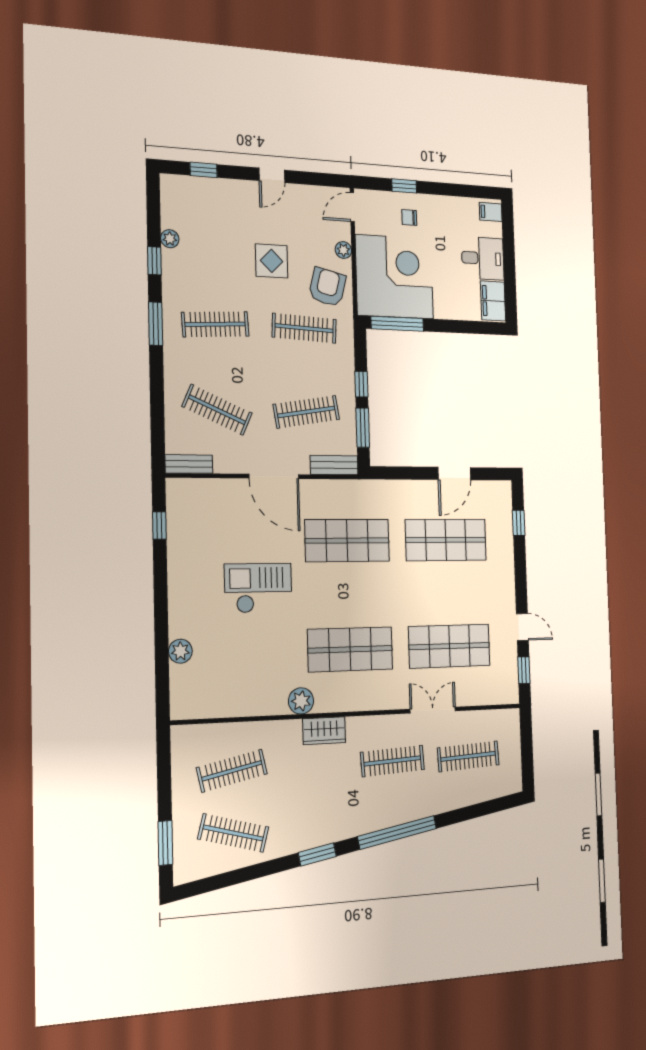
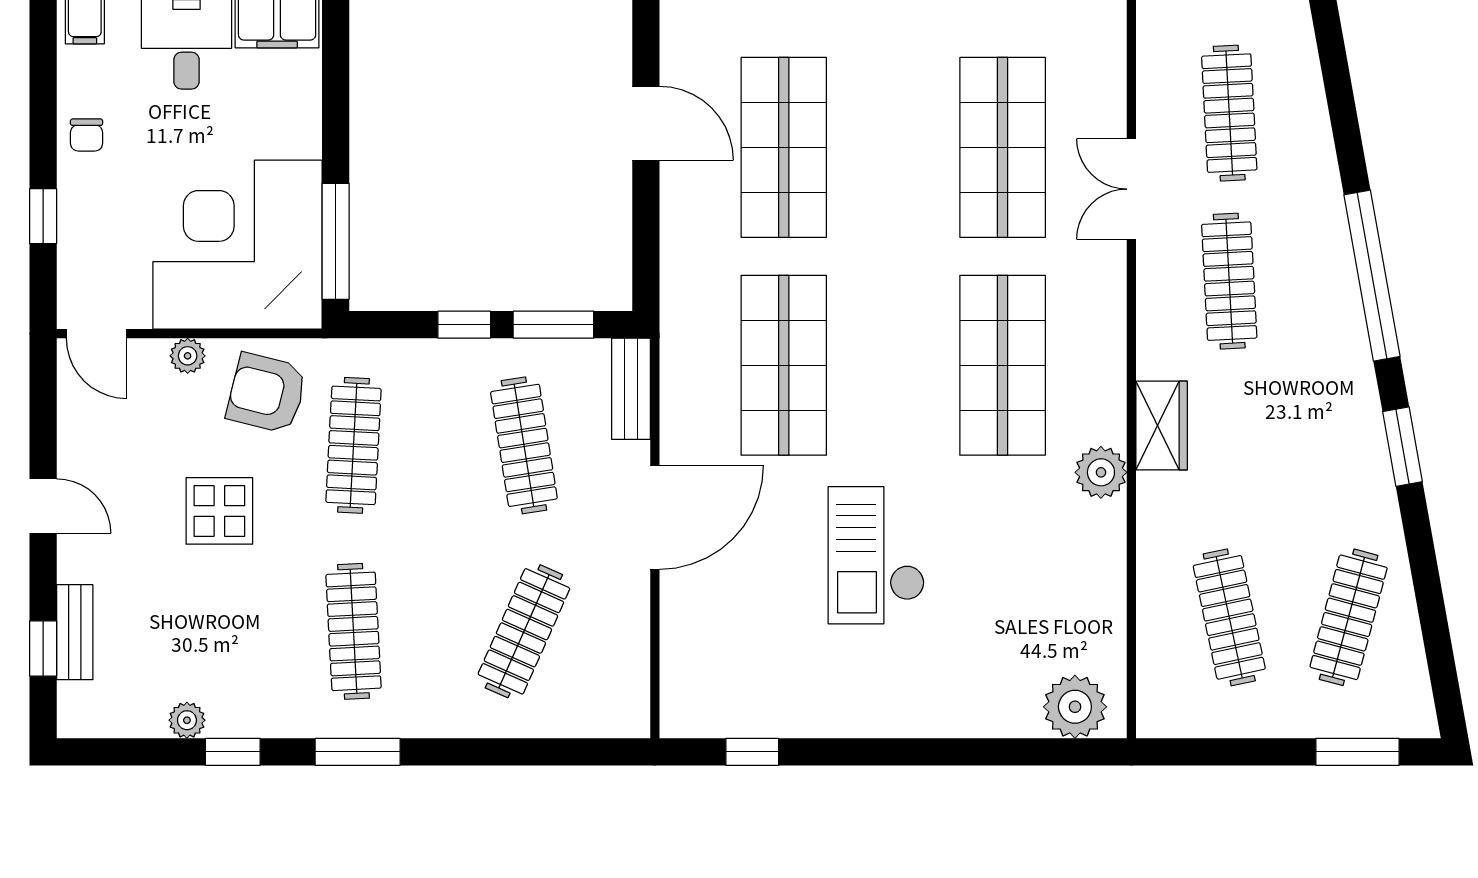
chair: (409, 218) -> (87, 135), moved
bench: (189, 464) -> (75, 632), moved
plant: (180, 651) -> (1075, 707), moved, width x1.36, depth x1.36

